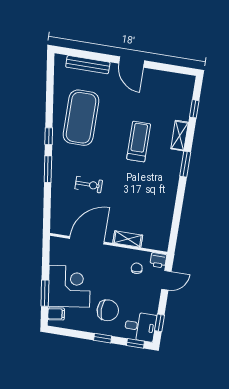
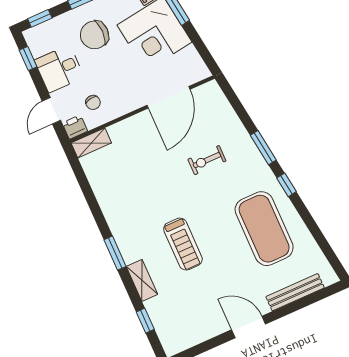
shelving: (128, 239) -> (91, 143), moved
desk: (140, 327) -> (59, 69), moved

